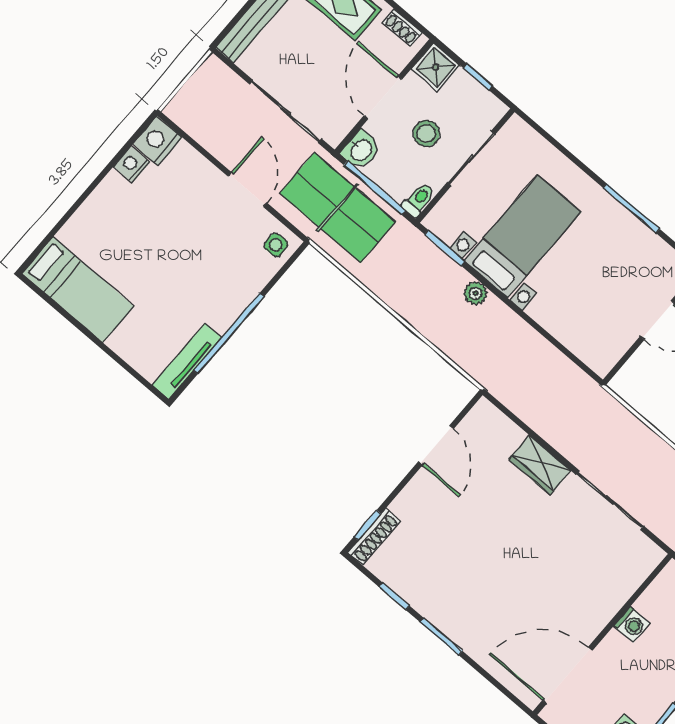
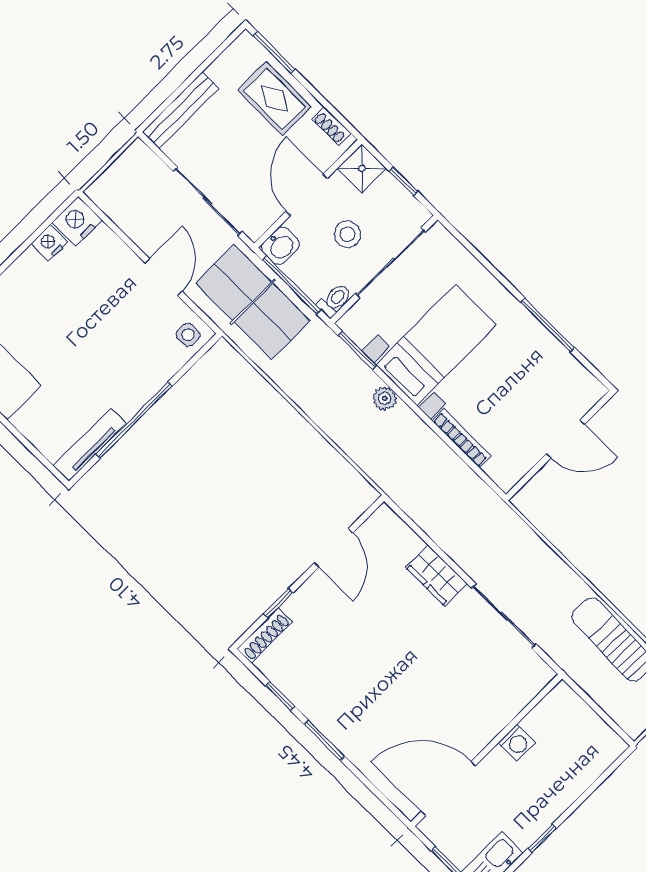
sliding door: (471, 159) -> (390, 263), width x1.37
bookcase: (555, 327) -> (462, 438), added
window: (367, 525) -> (278, 603), moved

